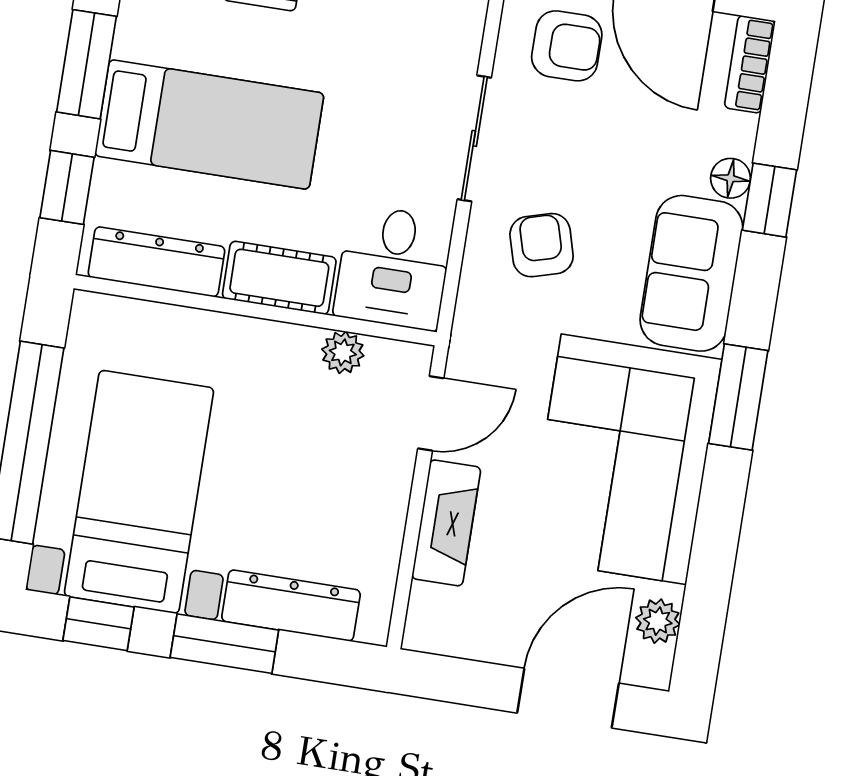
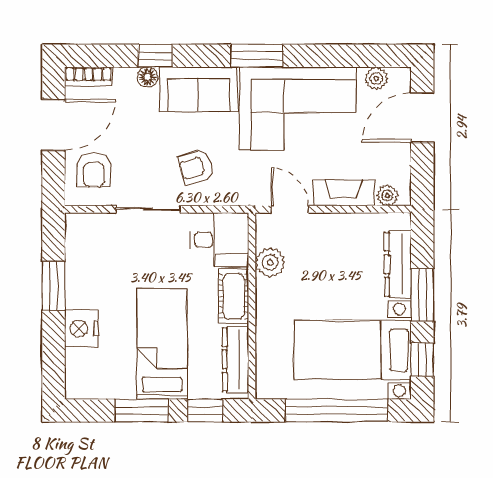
armchair: (567, 46) -> (94, 170), turned 180
plant: (343, 352) -> (270, 263), width x1.38, depth x1.38
plant: (428, 606) -> (387, 195), added
door: (568, 698) -> (422, 117), hinge flipped

